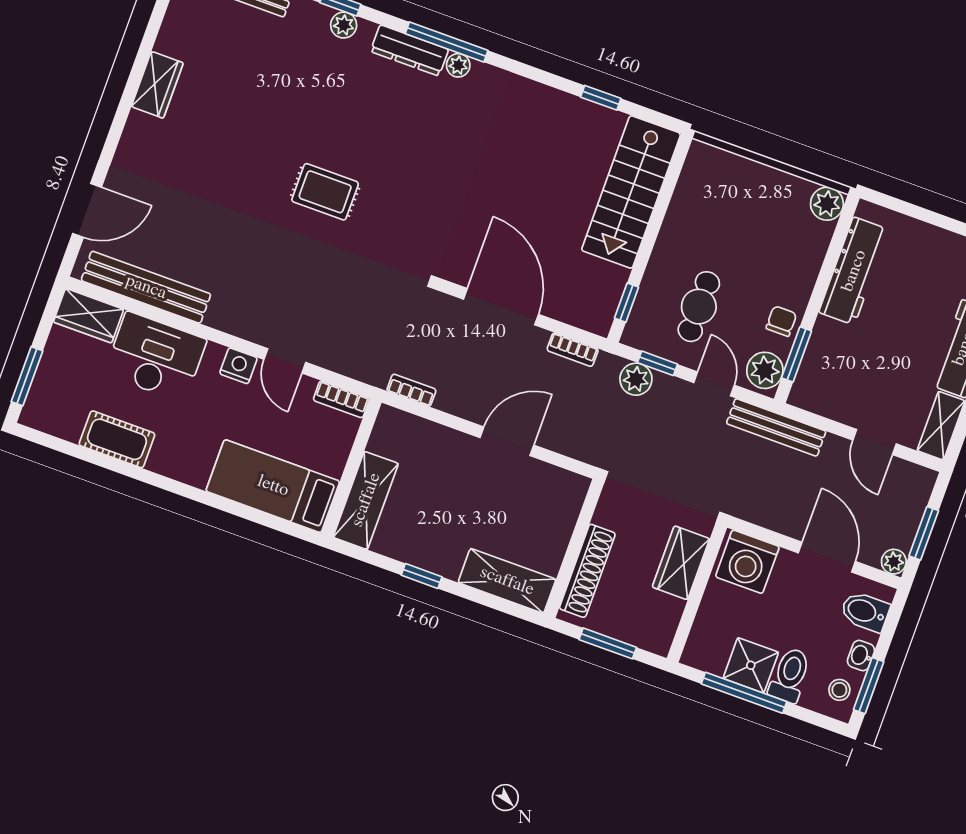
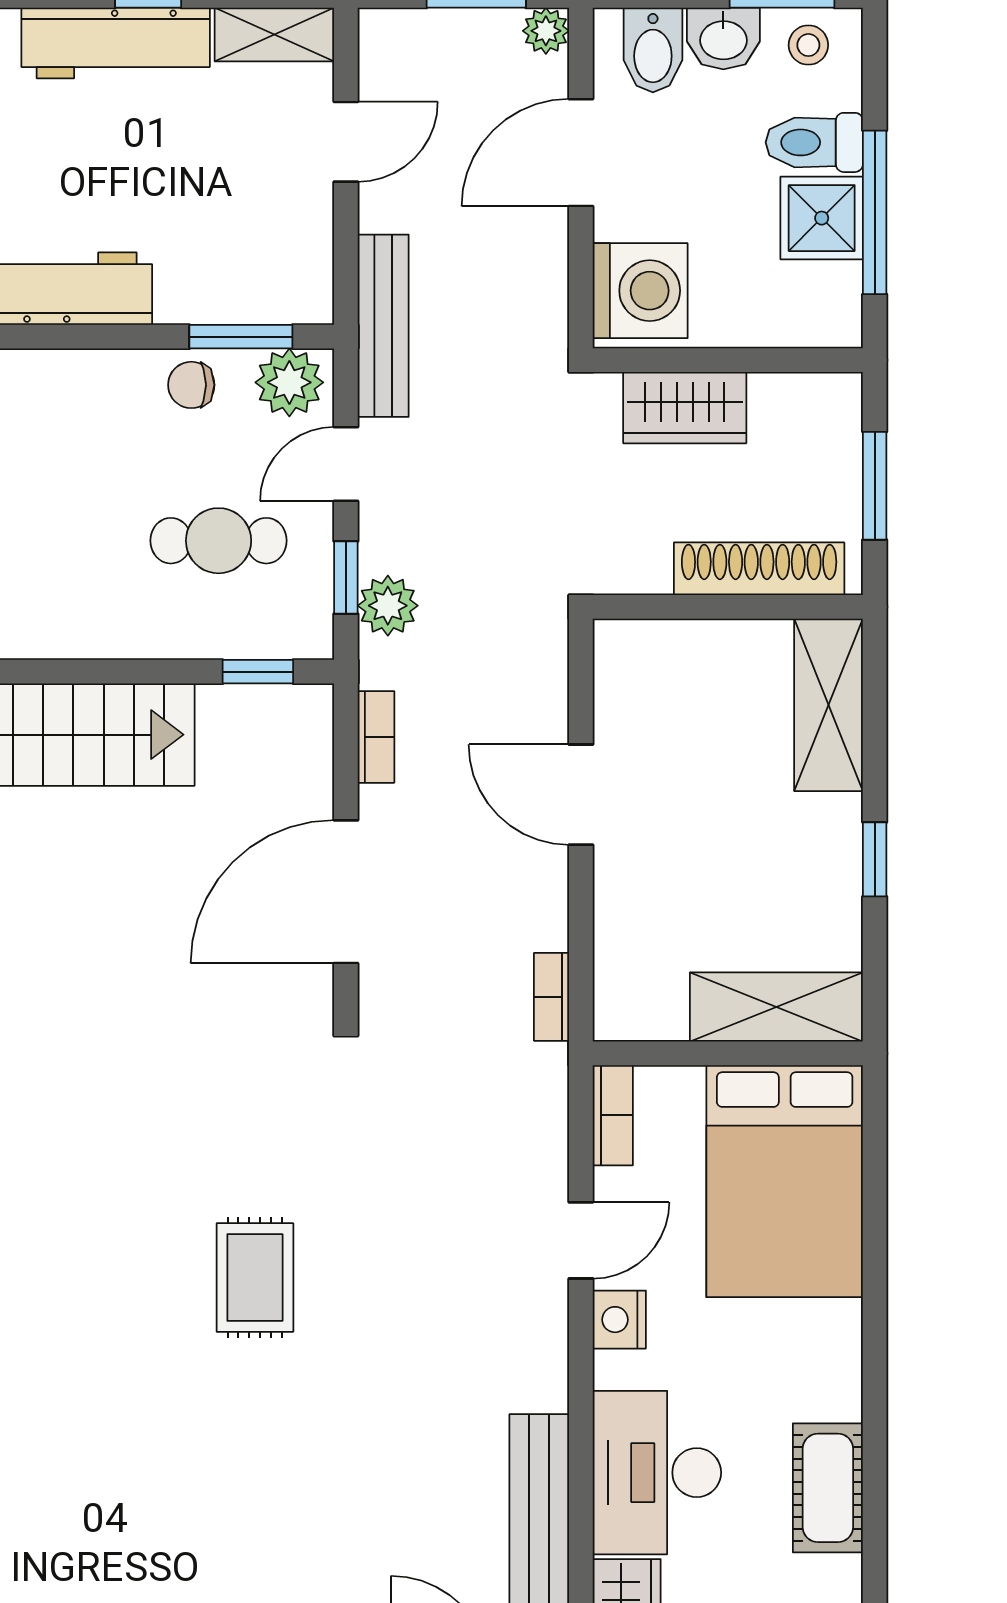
bed: (273, 486) -> (785, 1181), width x1.50
washbasin: (861, 656) -> (723, 38), width x1.38, depth x1.45

